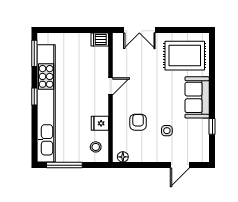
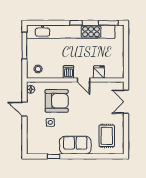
dishwasher: (100, 40) -> (68, 72), moved
rug: (185, 56) -> (107, 136), width x0.73, depth x0.70
armchair: (138, 122) -> (57, 101), width x1.88, depth x1.88
fridge: (100, 123) -> (99, 72), moved
door: (180, 165) -> (24, 109), moved

